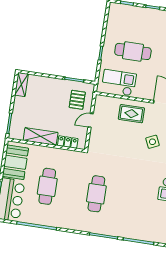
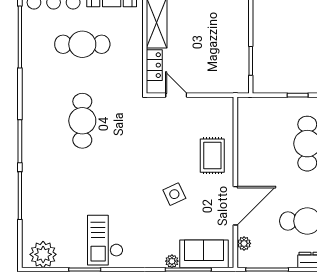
checkout: (119, 83) -> (256, 129), removed
pallet: (77, 100) -> (221, 70), removed
door: (91, 120) -> (176, 95), moved
cafe table: (96, 194) -> (82, 121), turned 90

